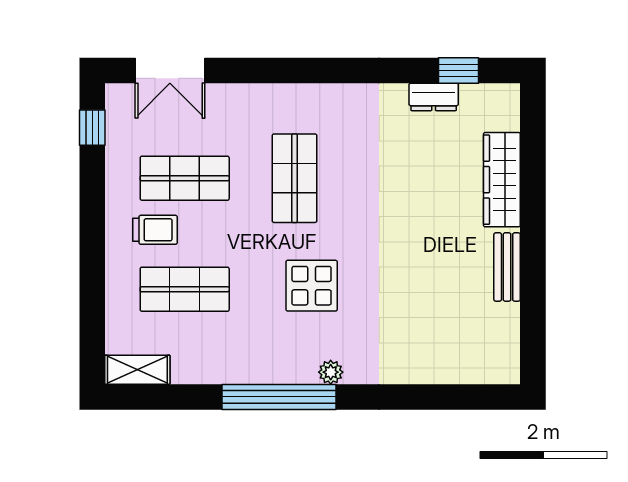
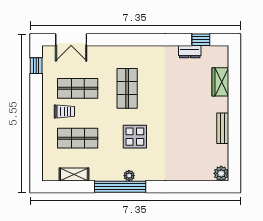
wardrobe: (502, 180) -> (220, 82), width x0.67
plant: (503, 368) -> (221, 173), added
shelving: (137, 370) -> (74, 174), moved
plant: (331, 372) -> (129, 176), moved

